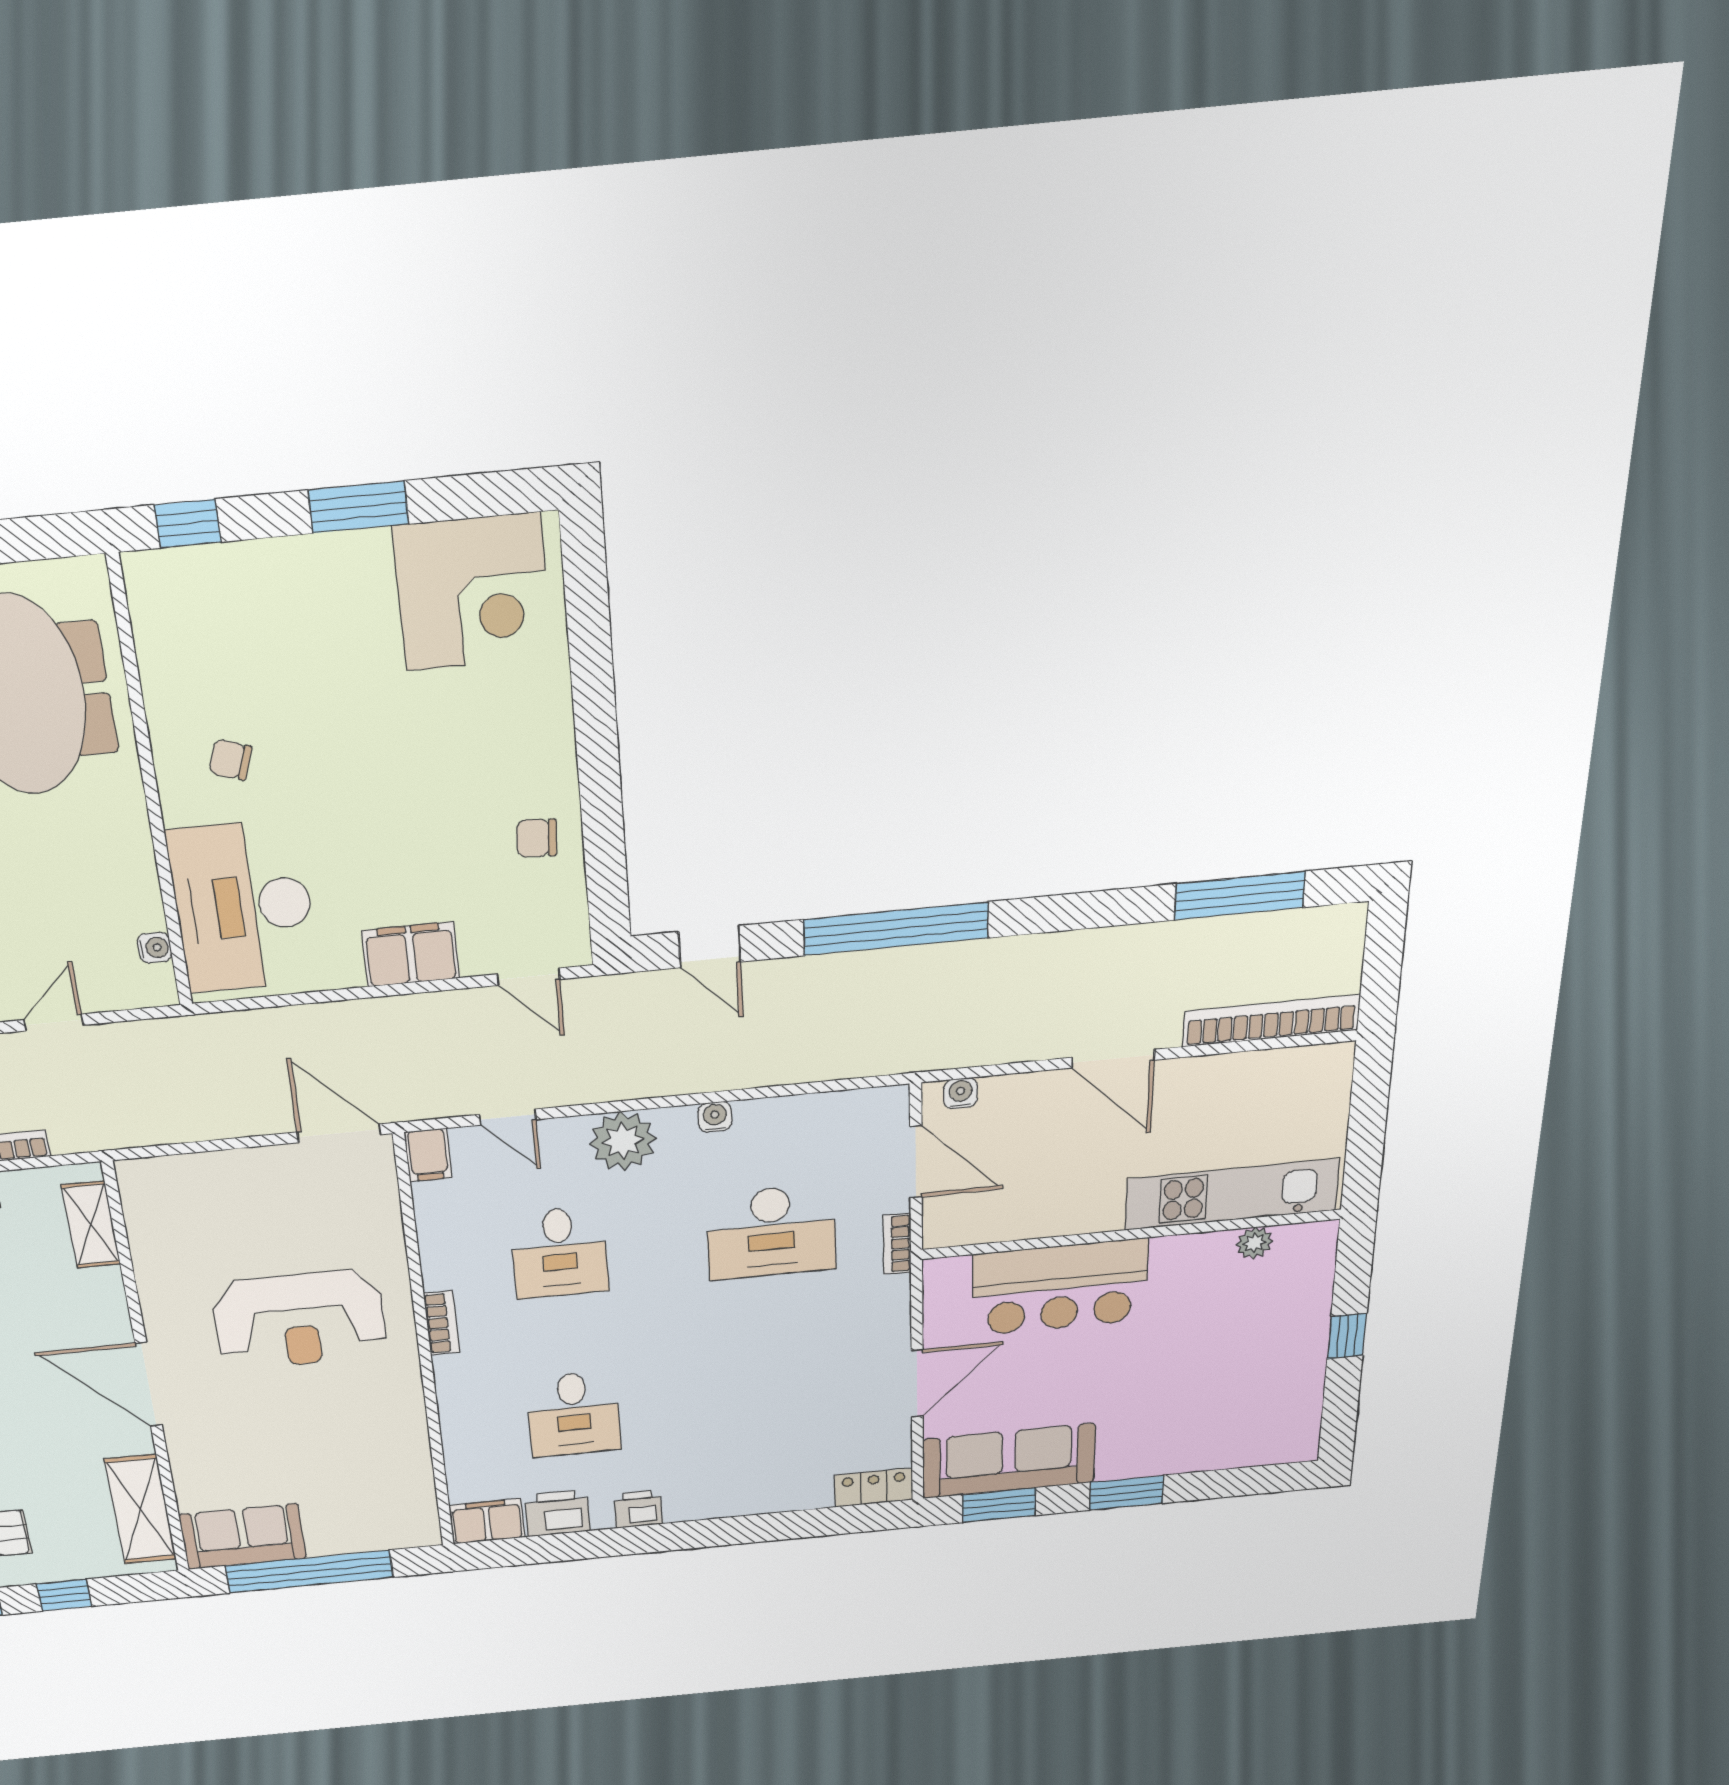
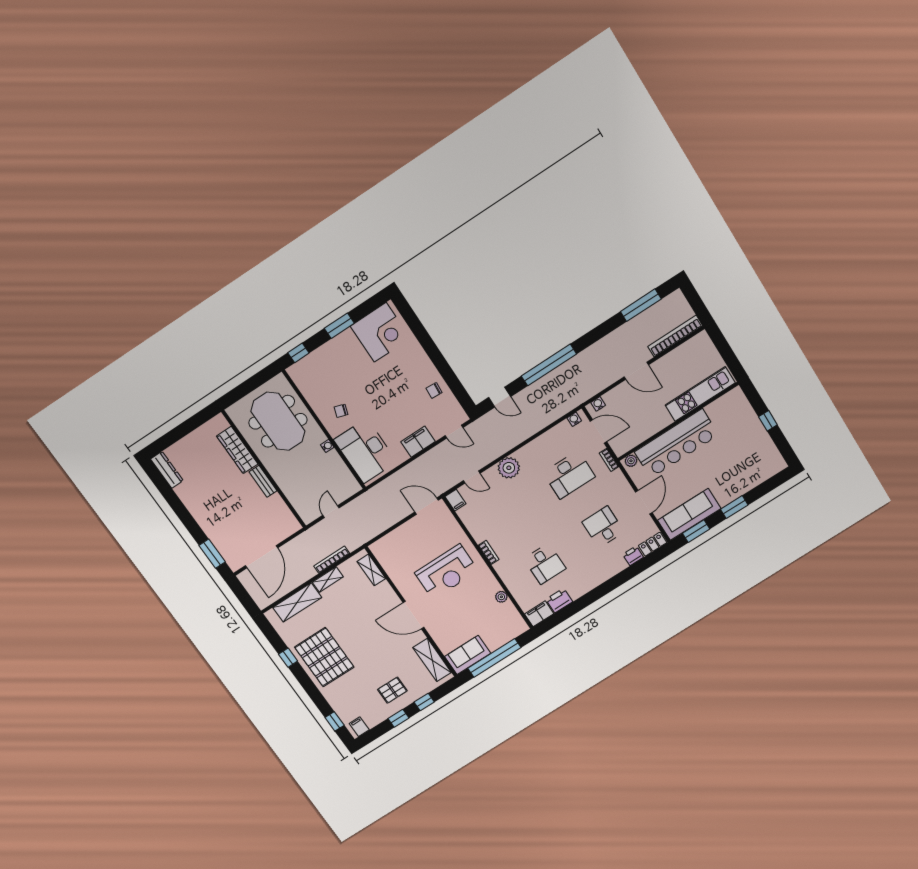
water cooler: (155, 948) -> (327, 446), moved
water cooler: (715, 1117) -> (574, 419), moved
plant: (1254, 1243) -> (631, 461), moved
desk: (559, 1253) -> (603, 527), moved, turned 180
bar counter: (1060, 1287) -> (676, 443), width x1.36
plant: (412, 1441) -> (501, 597), added
printer: (638, 1509) -> (633, 556), moved

